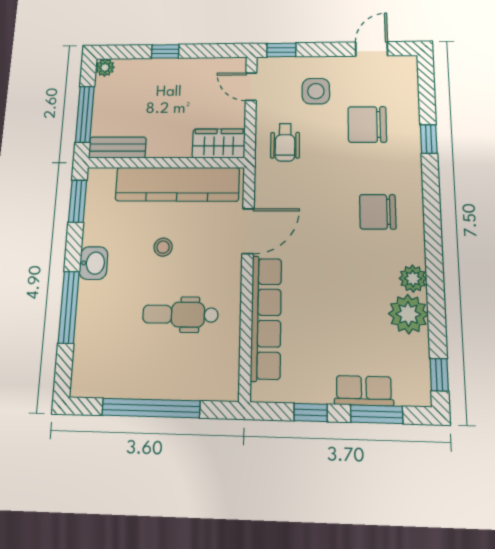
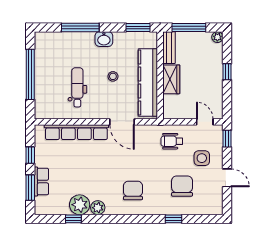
door: (372, 49) -> (227, 178), moved
door: (251, 87) -> (205, 122), hinge flipped
wardrobe: (219, 143) -> (171, 79), moved
window: (439, 375) -> (73, 219), moved

